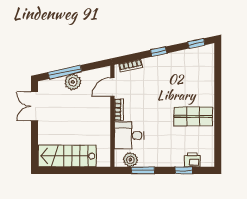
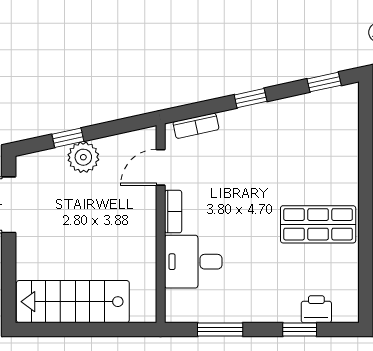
window: (65, 72) -> (68, 138), width x0.46
plant: (130, 160) -> (195, 309), removed

